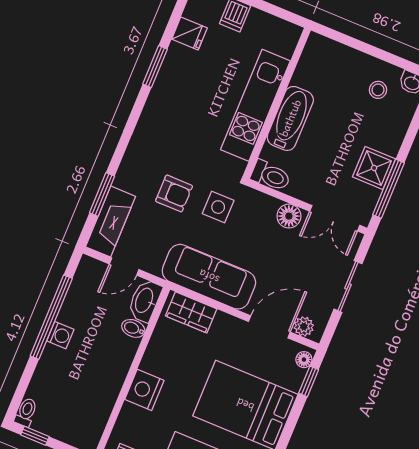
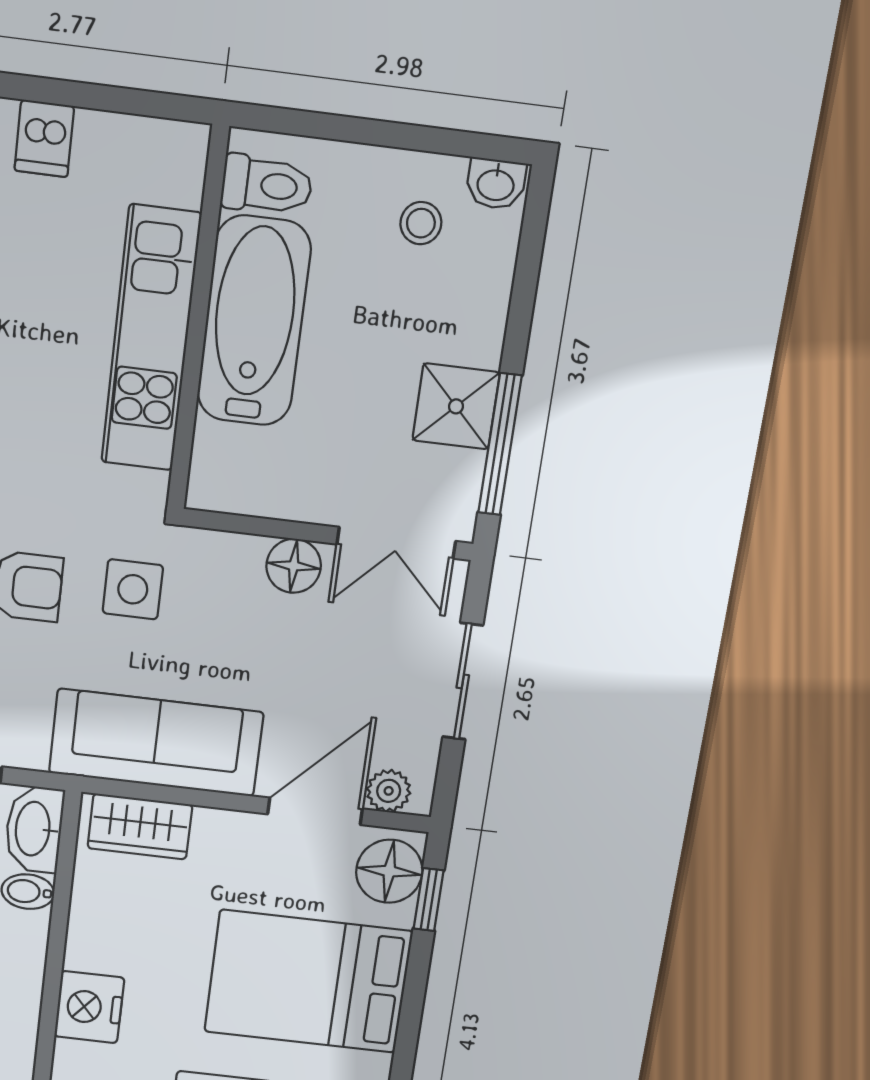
bathtub: (290, 118) -> (254, 321), width x1.36, depth x1.36
toilet: (271, 176) -> (267, 185), moved
floor lamp: (304, 360) -> (389, 871), width x1.89, depth x1.89

